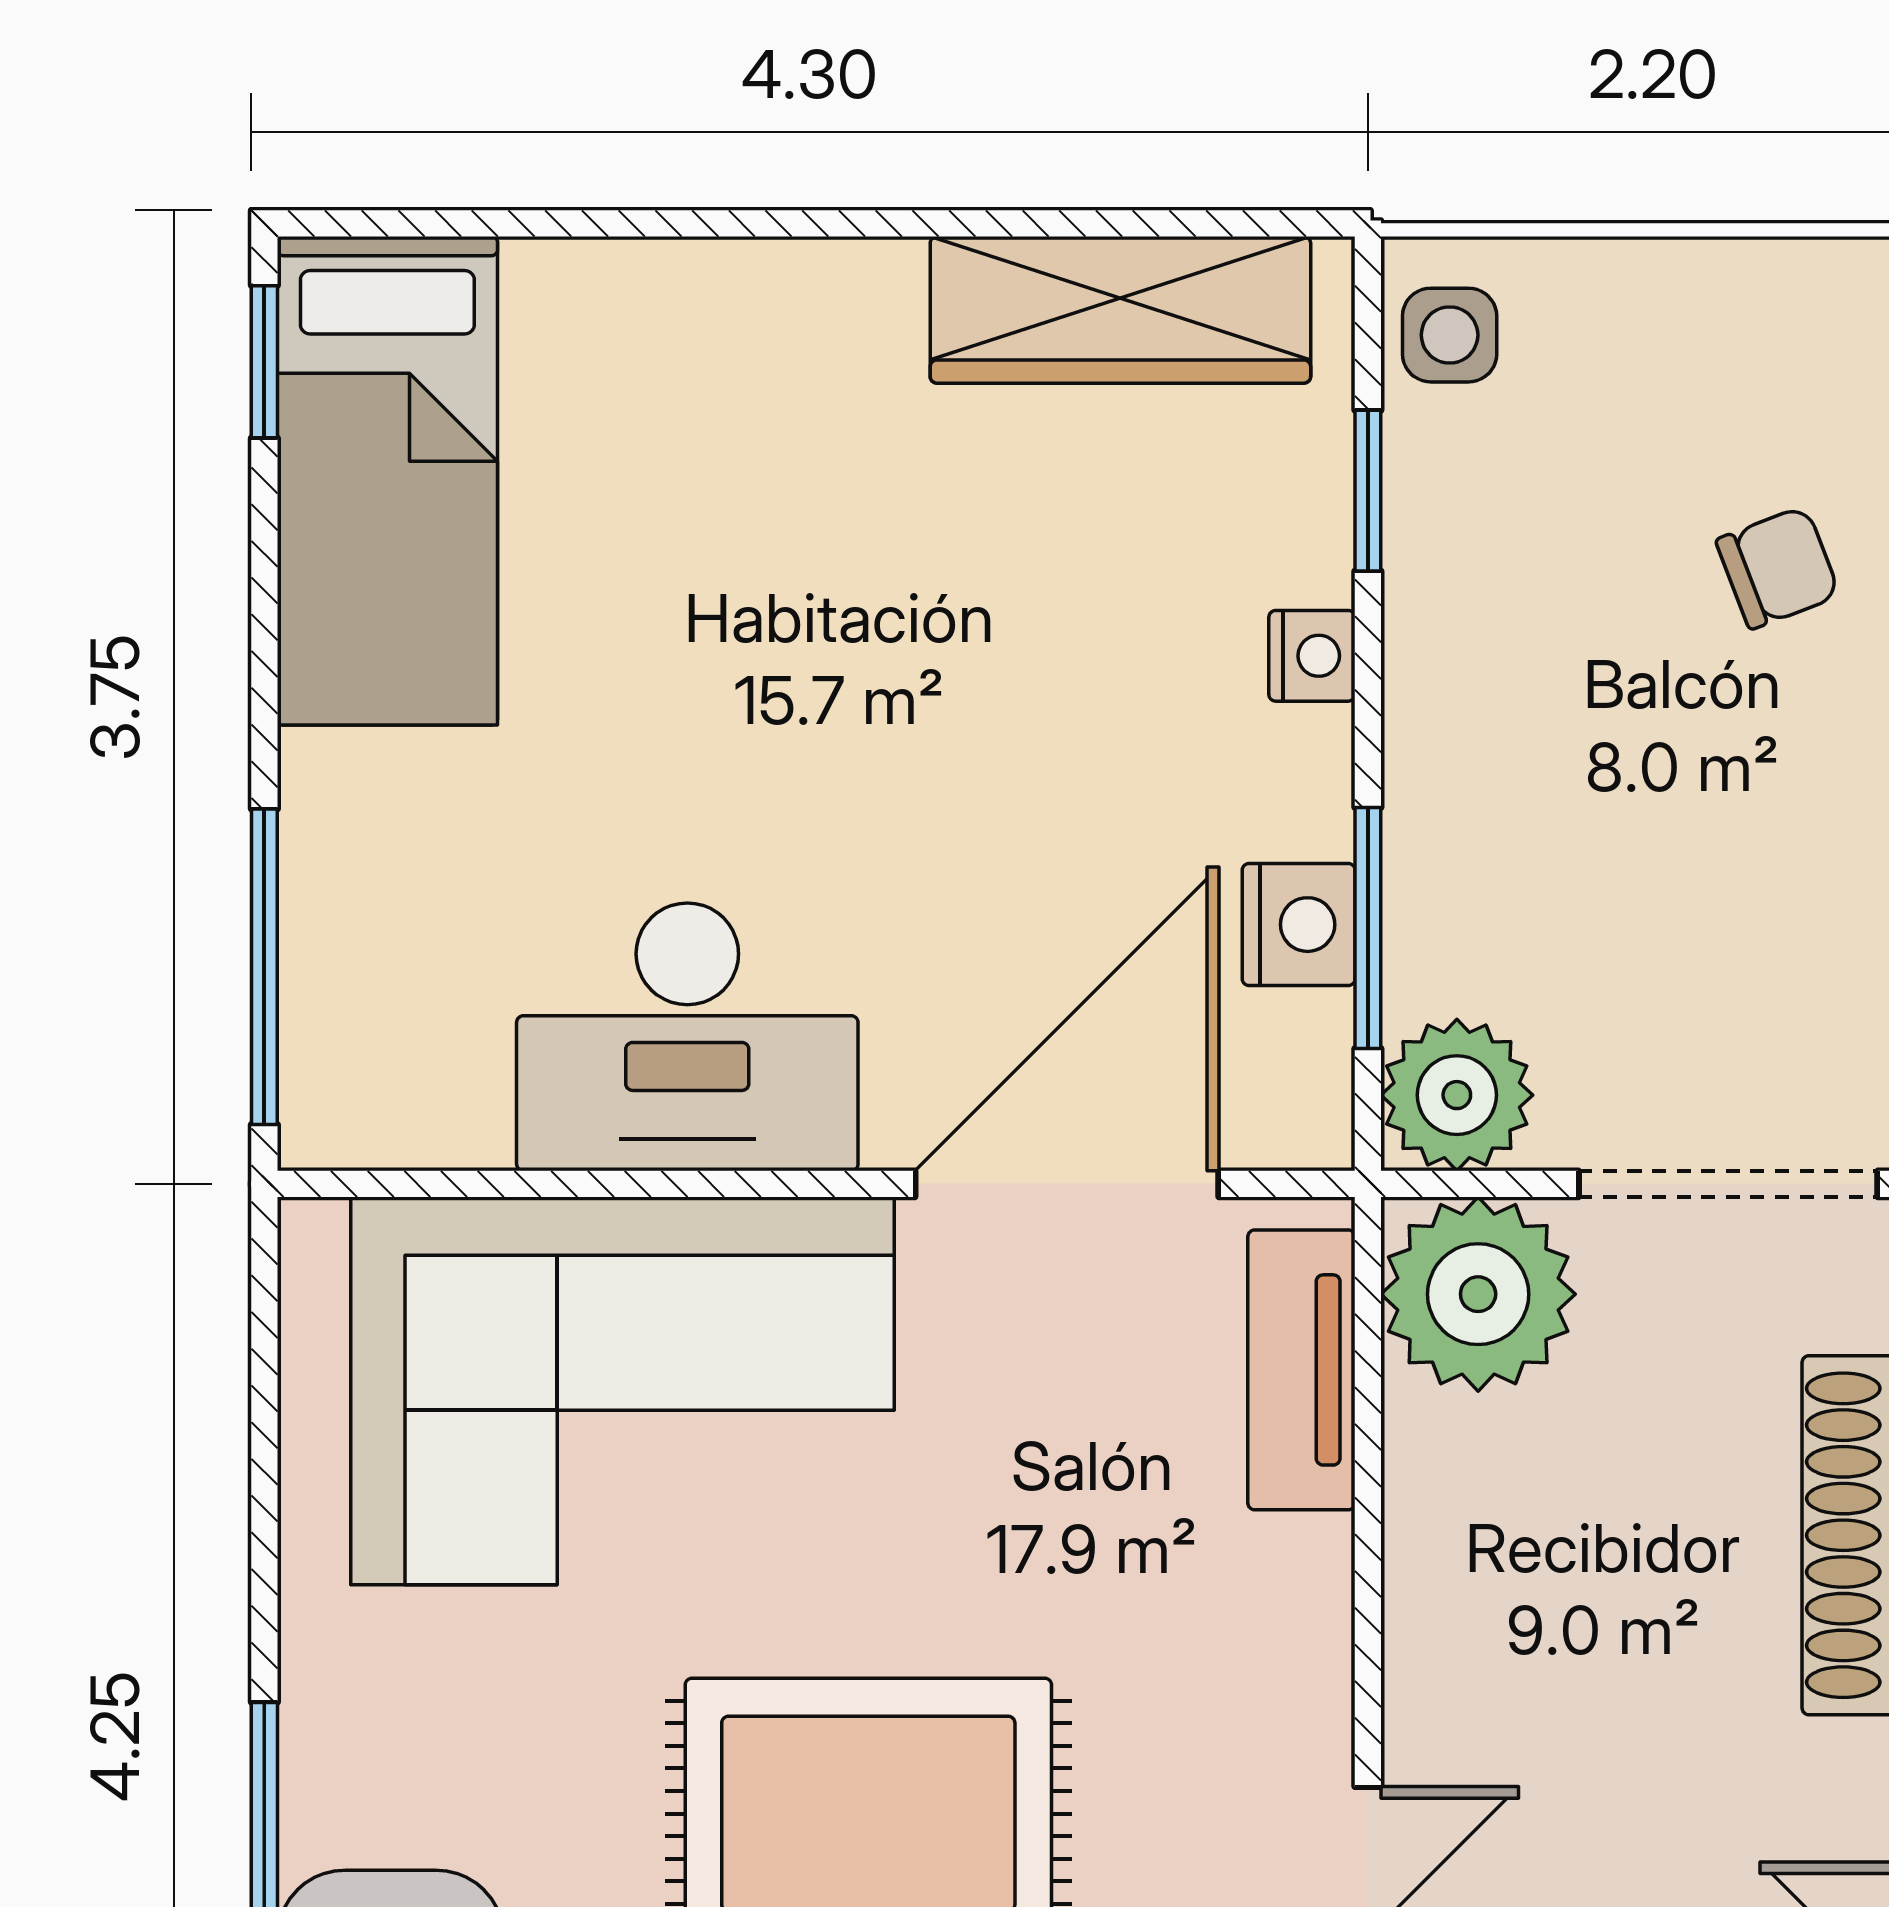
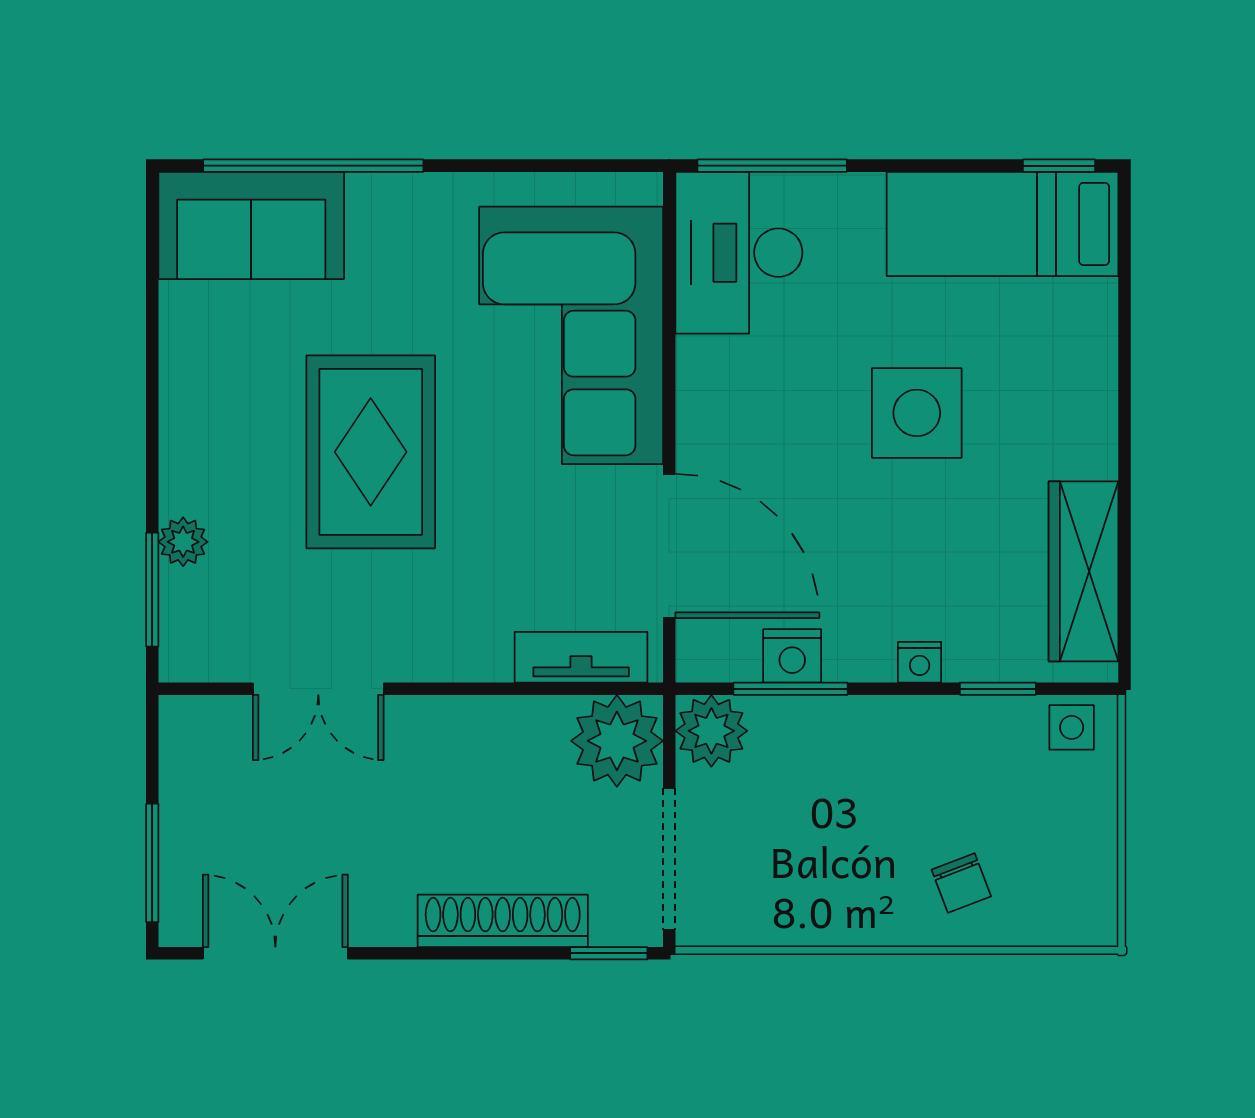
side table: (786, 662) -> (917, 413), added
desk: (687, 1037) -> (739, 253), moved

